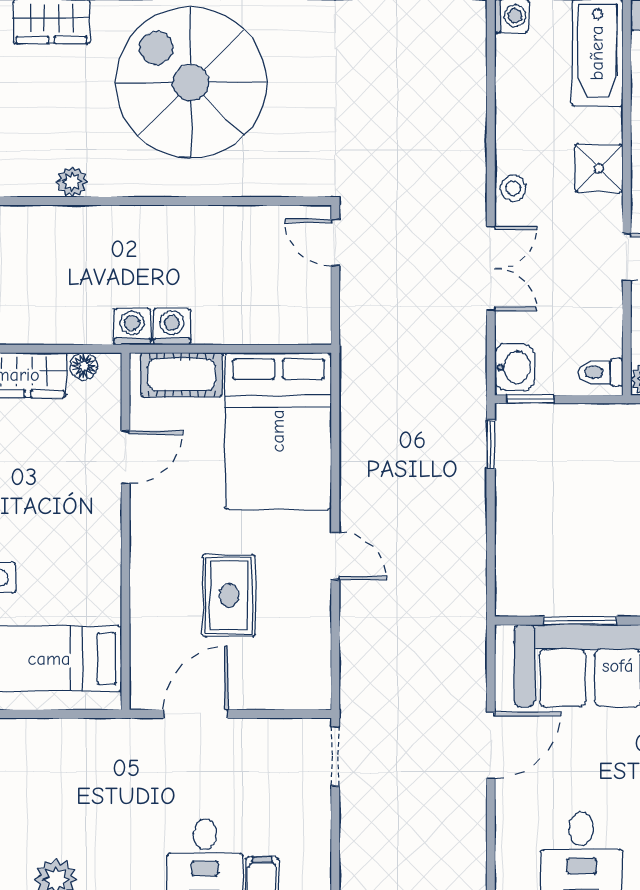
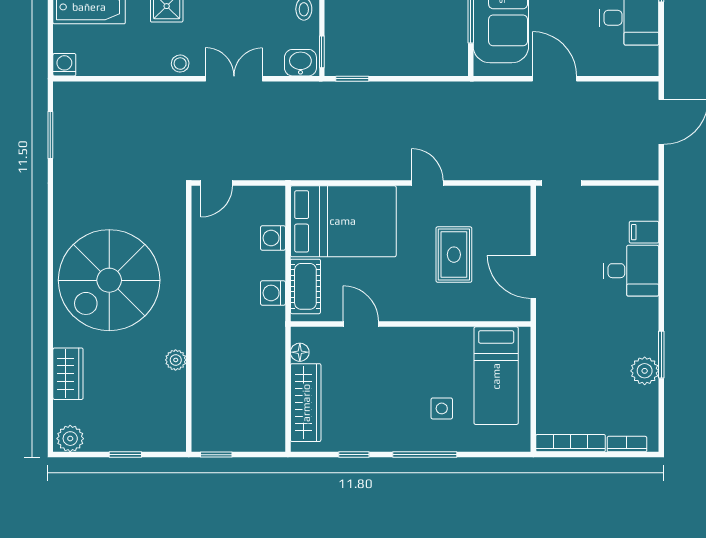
washing machine: (132, 326) -> (273, 238), moved
door: (335, 556) -> (427, 183), hinge flipped
rug: (229, 596) -> (454, 255), turned 90

